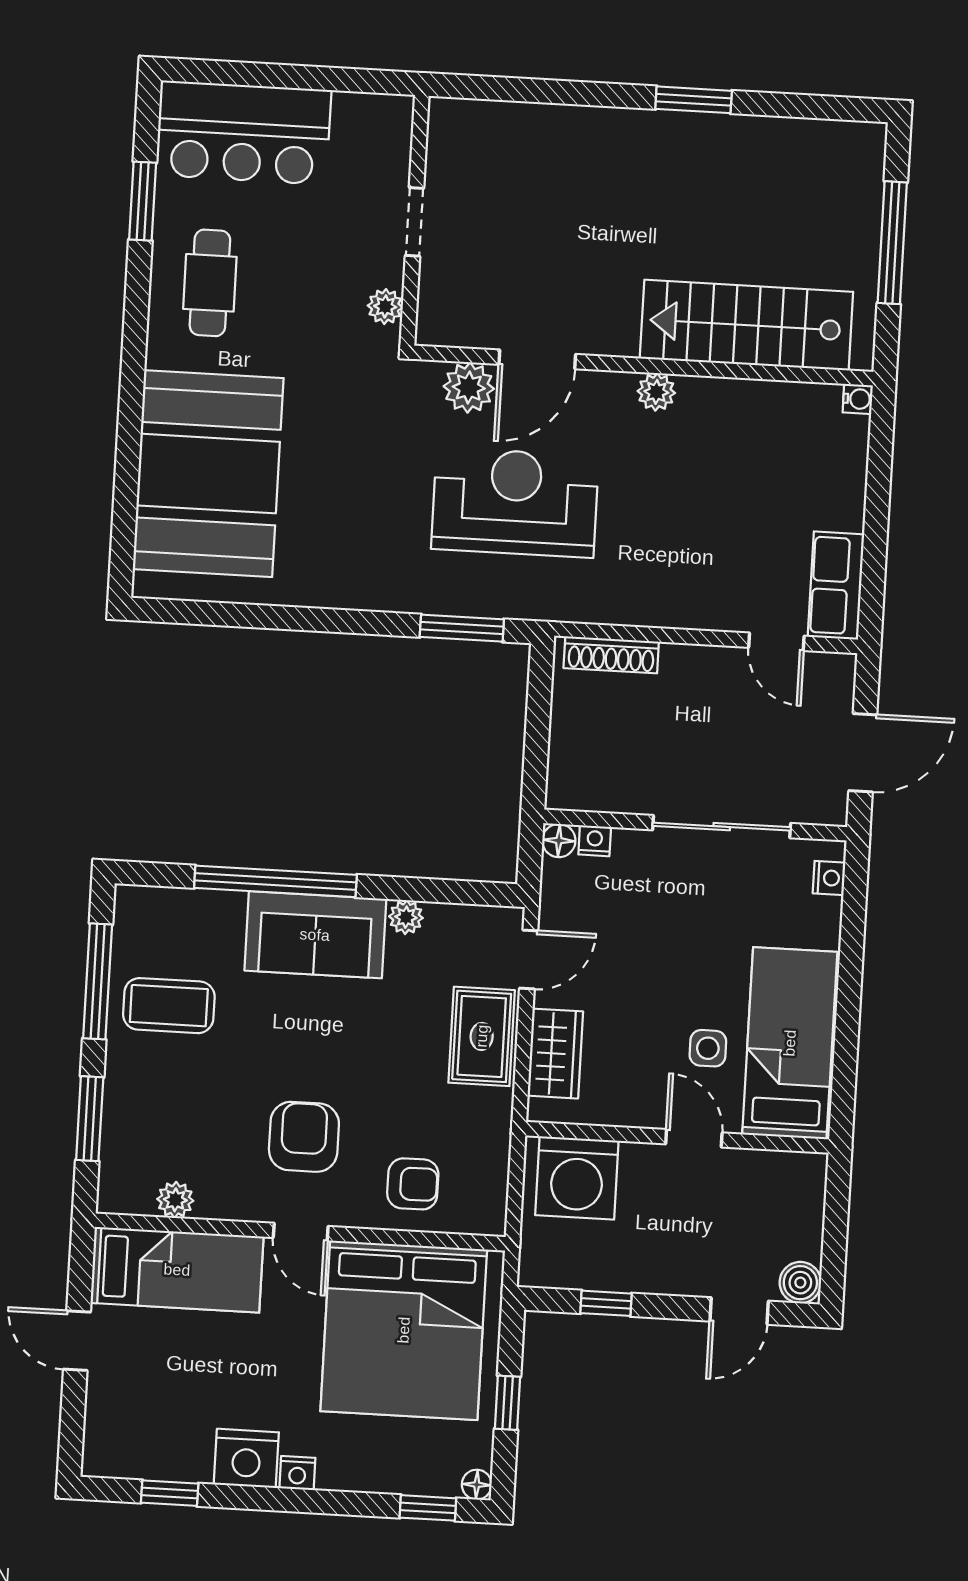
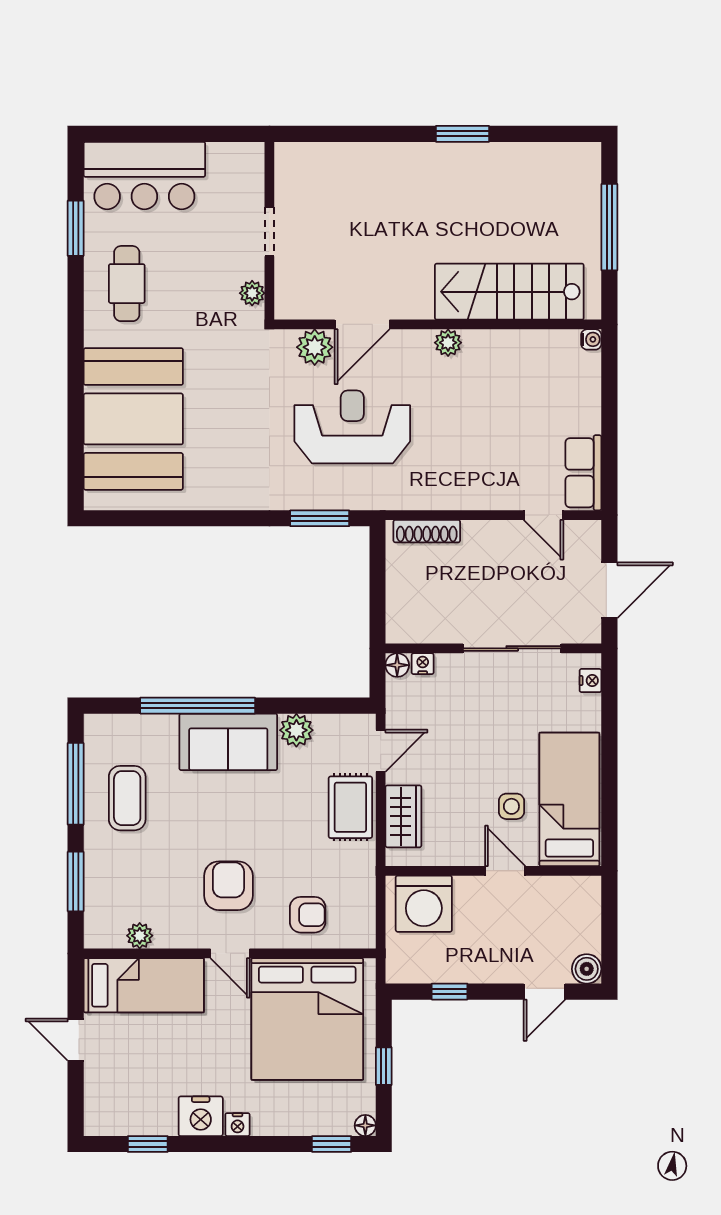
plant: (406, 917) -> (296, 730), width x1.38, depth x1.38
coffee table: (169, 1006) -> (127, 798), turned 90

